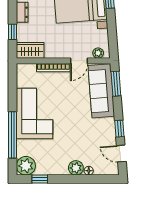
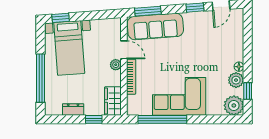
plant: (98, 53) -> (116, 65), moved
window: (13, 135) -> (162, 119), moved
plant: (76, 168) -> (236, 80), moved
floor lamp: (89, 171) -> (239, 67), moved

